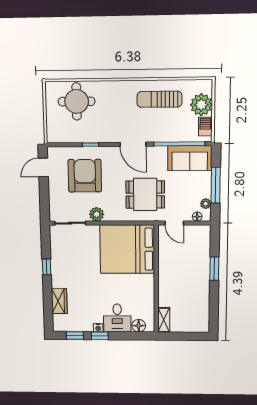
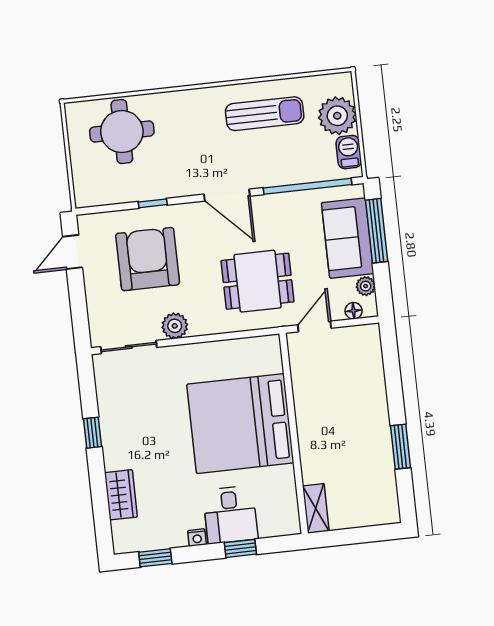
sun lounger: (159, 99) -> (265, 114), turned 180
sofa: (190, 158) -> (348, 238), moved, turned 90
window: (216, 185) -> (377, 231), moved
door: (174, 223) -> (314, 327), swing flipped
bed: (127, 249) -> (240, 424), moved
window: (214, 269) -> (400, 447), moved
floor lamp: (139, 326) -> (271, 525), removed
window: (100, 336) -> (240, 548), moved

